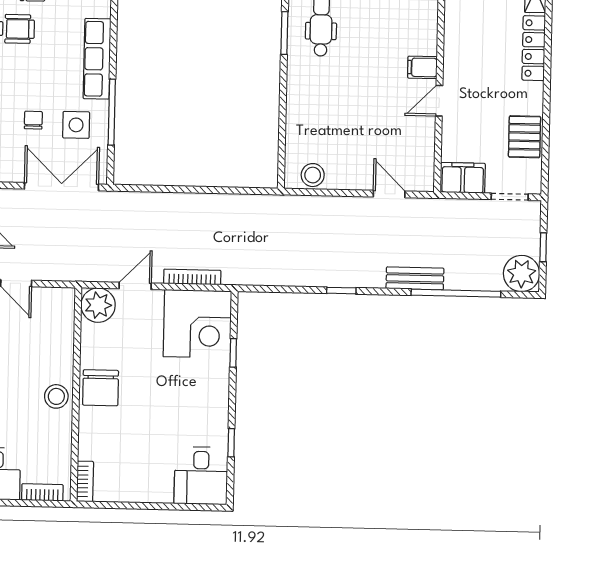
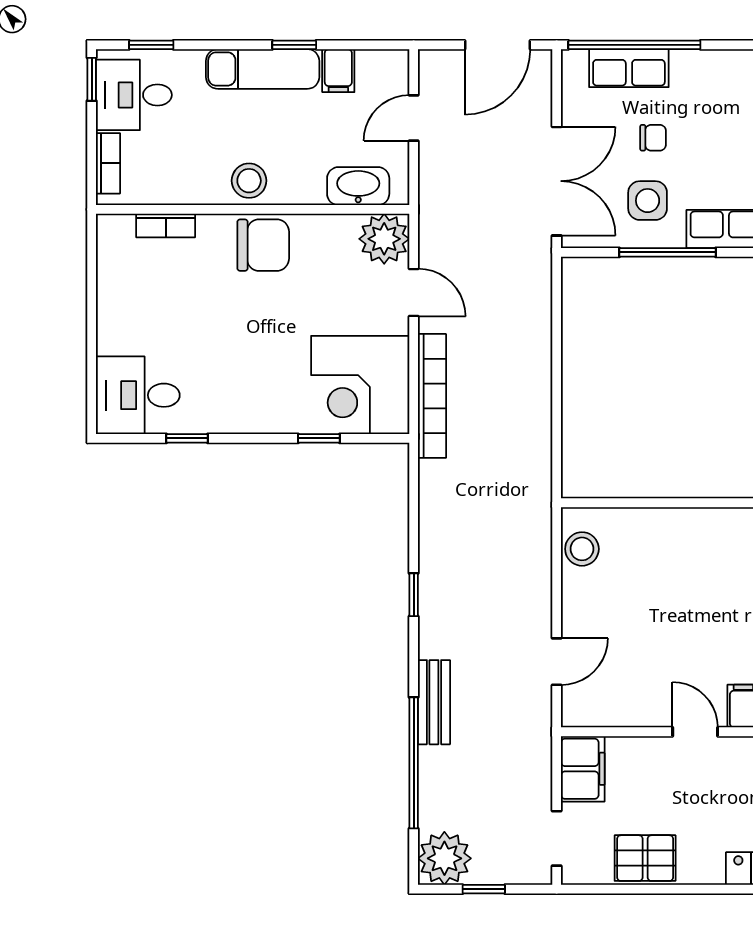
bookcase: (192, 277) -> (432, 396), width x1.48, depth x1.31
washbasin: (62, 322) -> (358, 186), added
chair: (101, 388) -> (263, 245), turned 180
bookcase: (85, 481) -> (166, 226), moved

